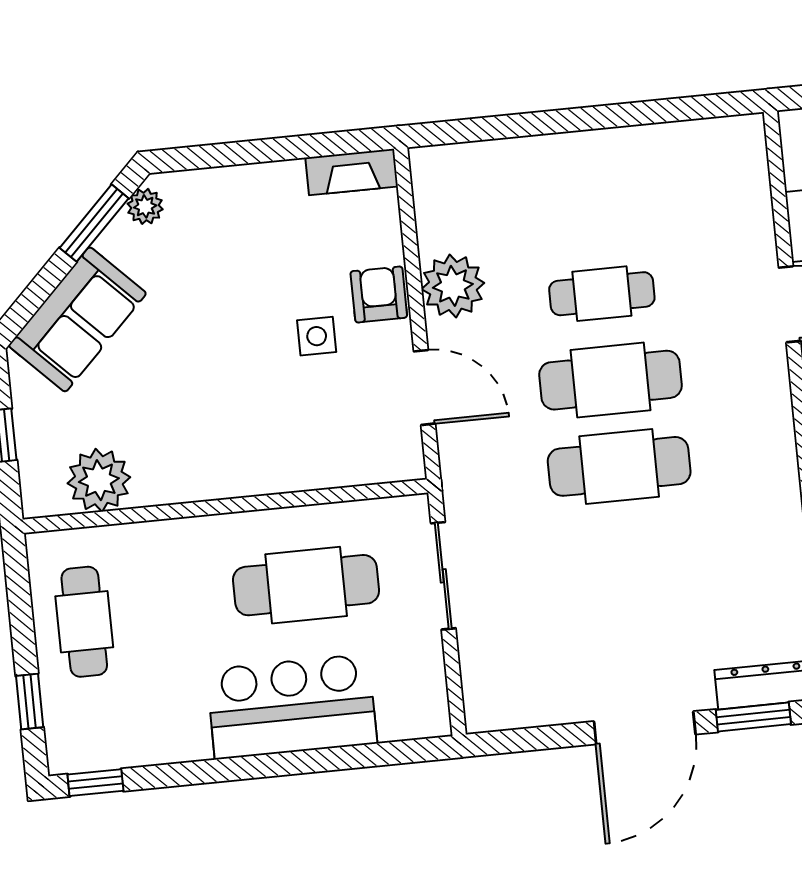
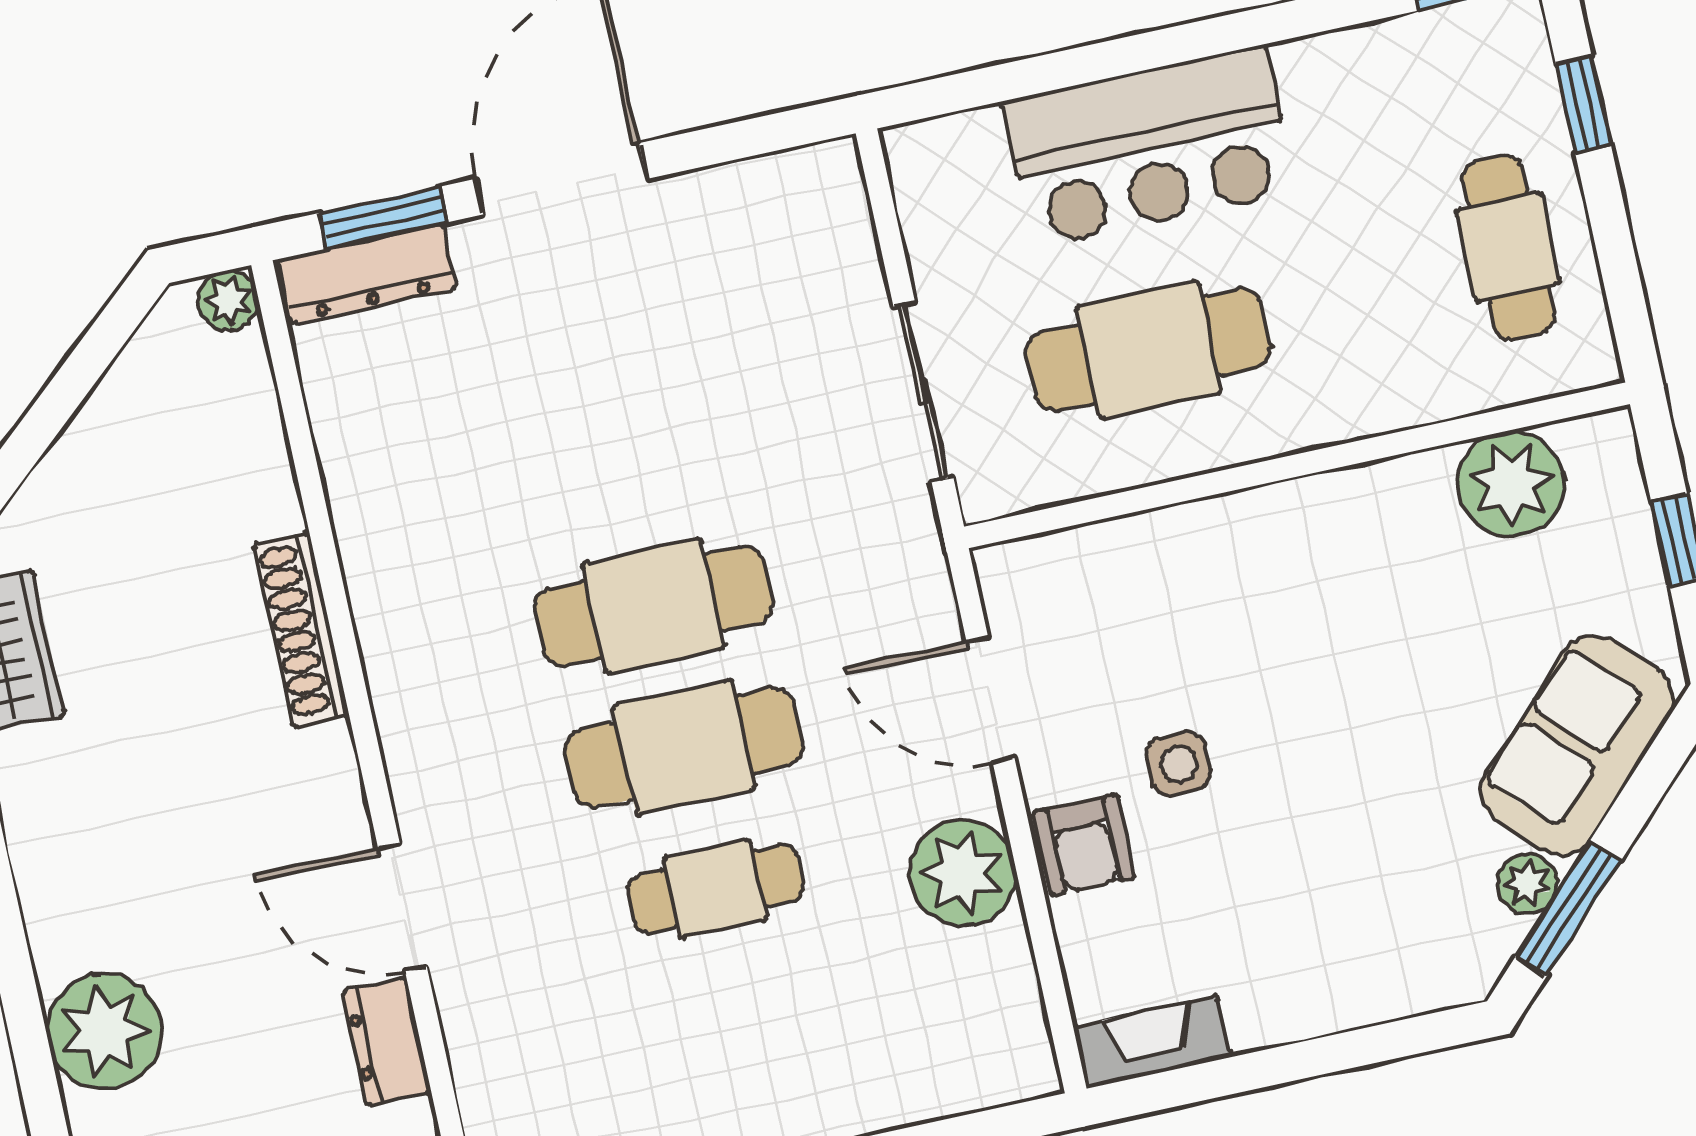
plant: (145, 206) -> (1527, 883), moved

